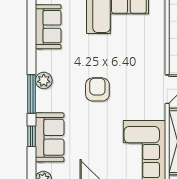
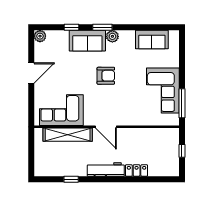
window: (31, 94) -> (102, 27), width x0.69
sofa: (50, 137) -> (87, 41), moved

